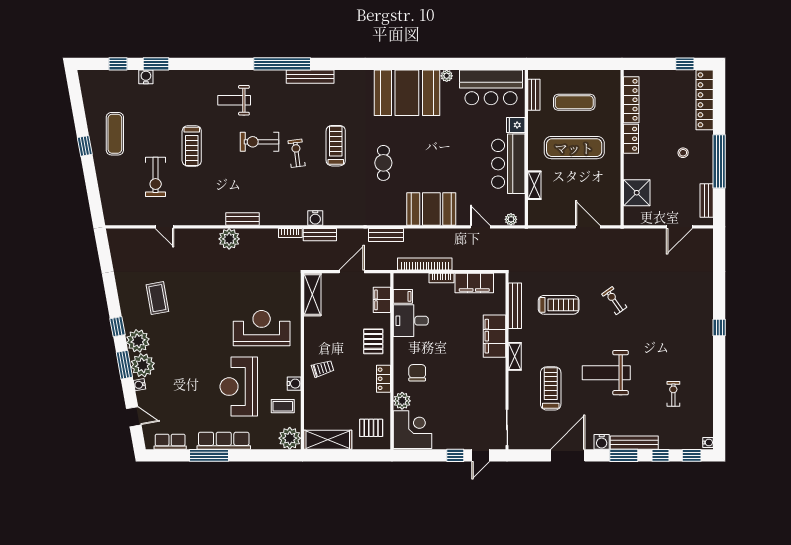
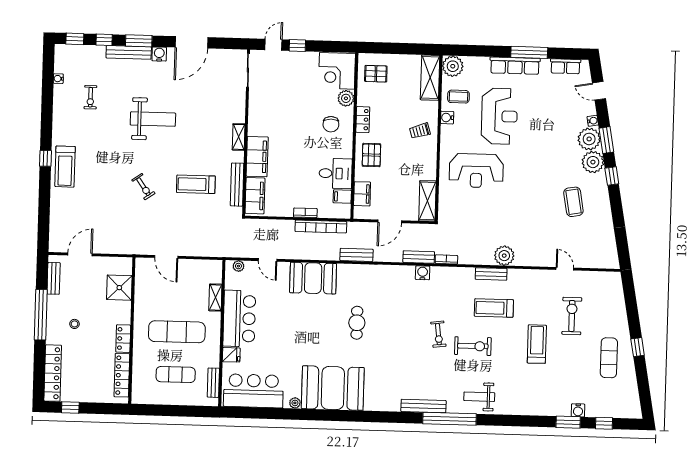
weight bench: (234, 100) -> (479, 397), moved, turned 180
treadmill: (336, 146) -> (494, 308), moved, turned 90
filing cabinet: (474, 283) -> (255, 196), moved, turned 90
treadmill: (551, 388) -> (65, 167), moved
shelving: (328, 440) -> (430, 78), moved, turned 90
water cooler: (708, 442) -> (58, 79), moved

